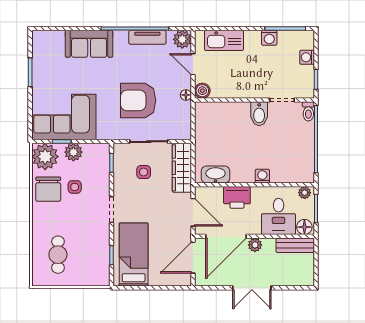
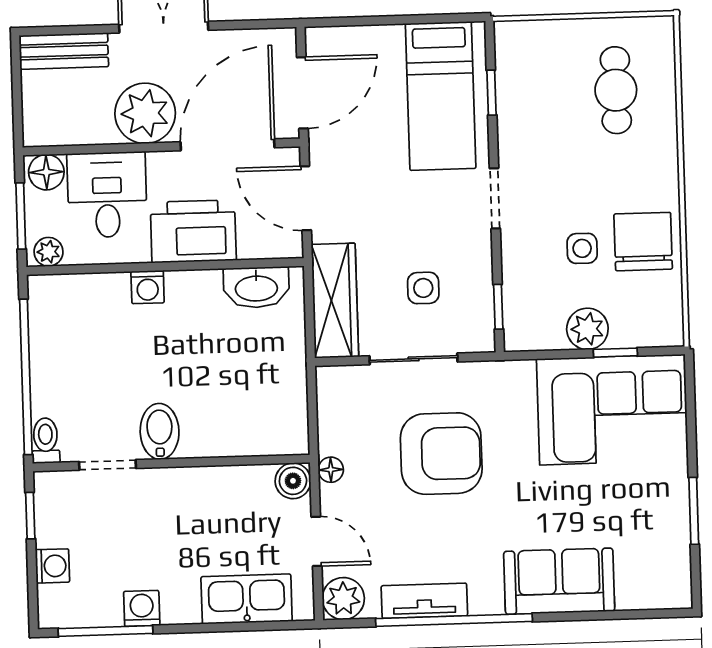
plant: (45, 157) -> (653, 317), removed
printer: (237, 197) -> (193, 231), width x1.37, depth x1.19
plant: (255, 245) -> (145, 113), width x1.88, depth x1.88
bench: (295, 245) -> (64, 51), moved

